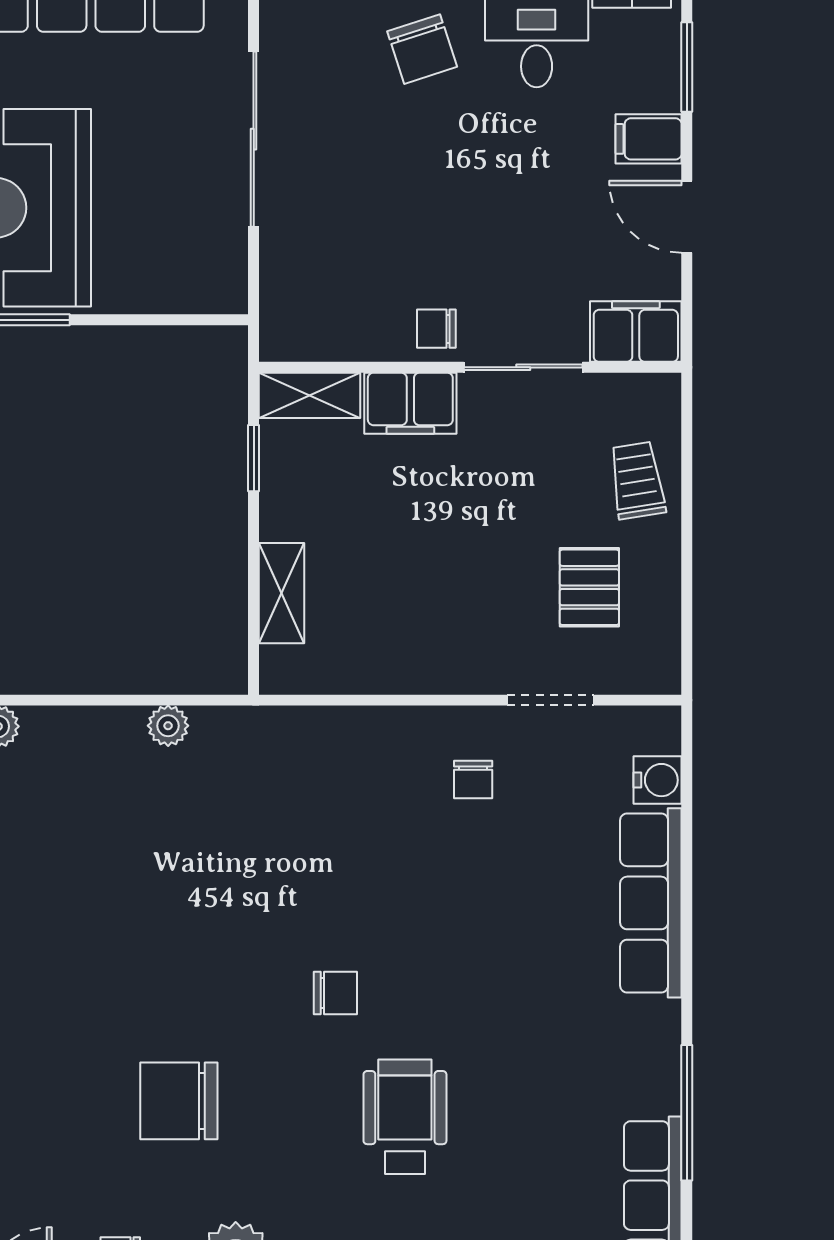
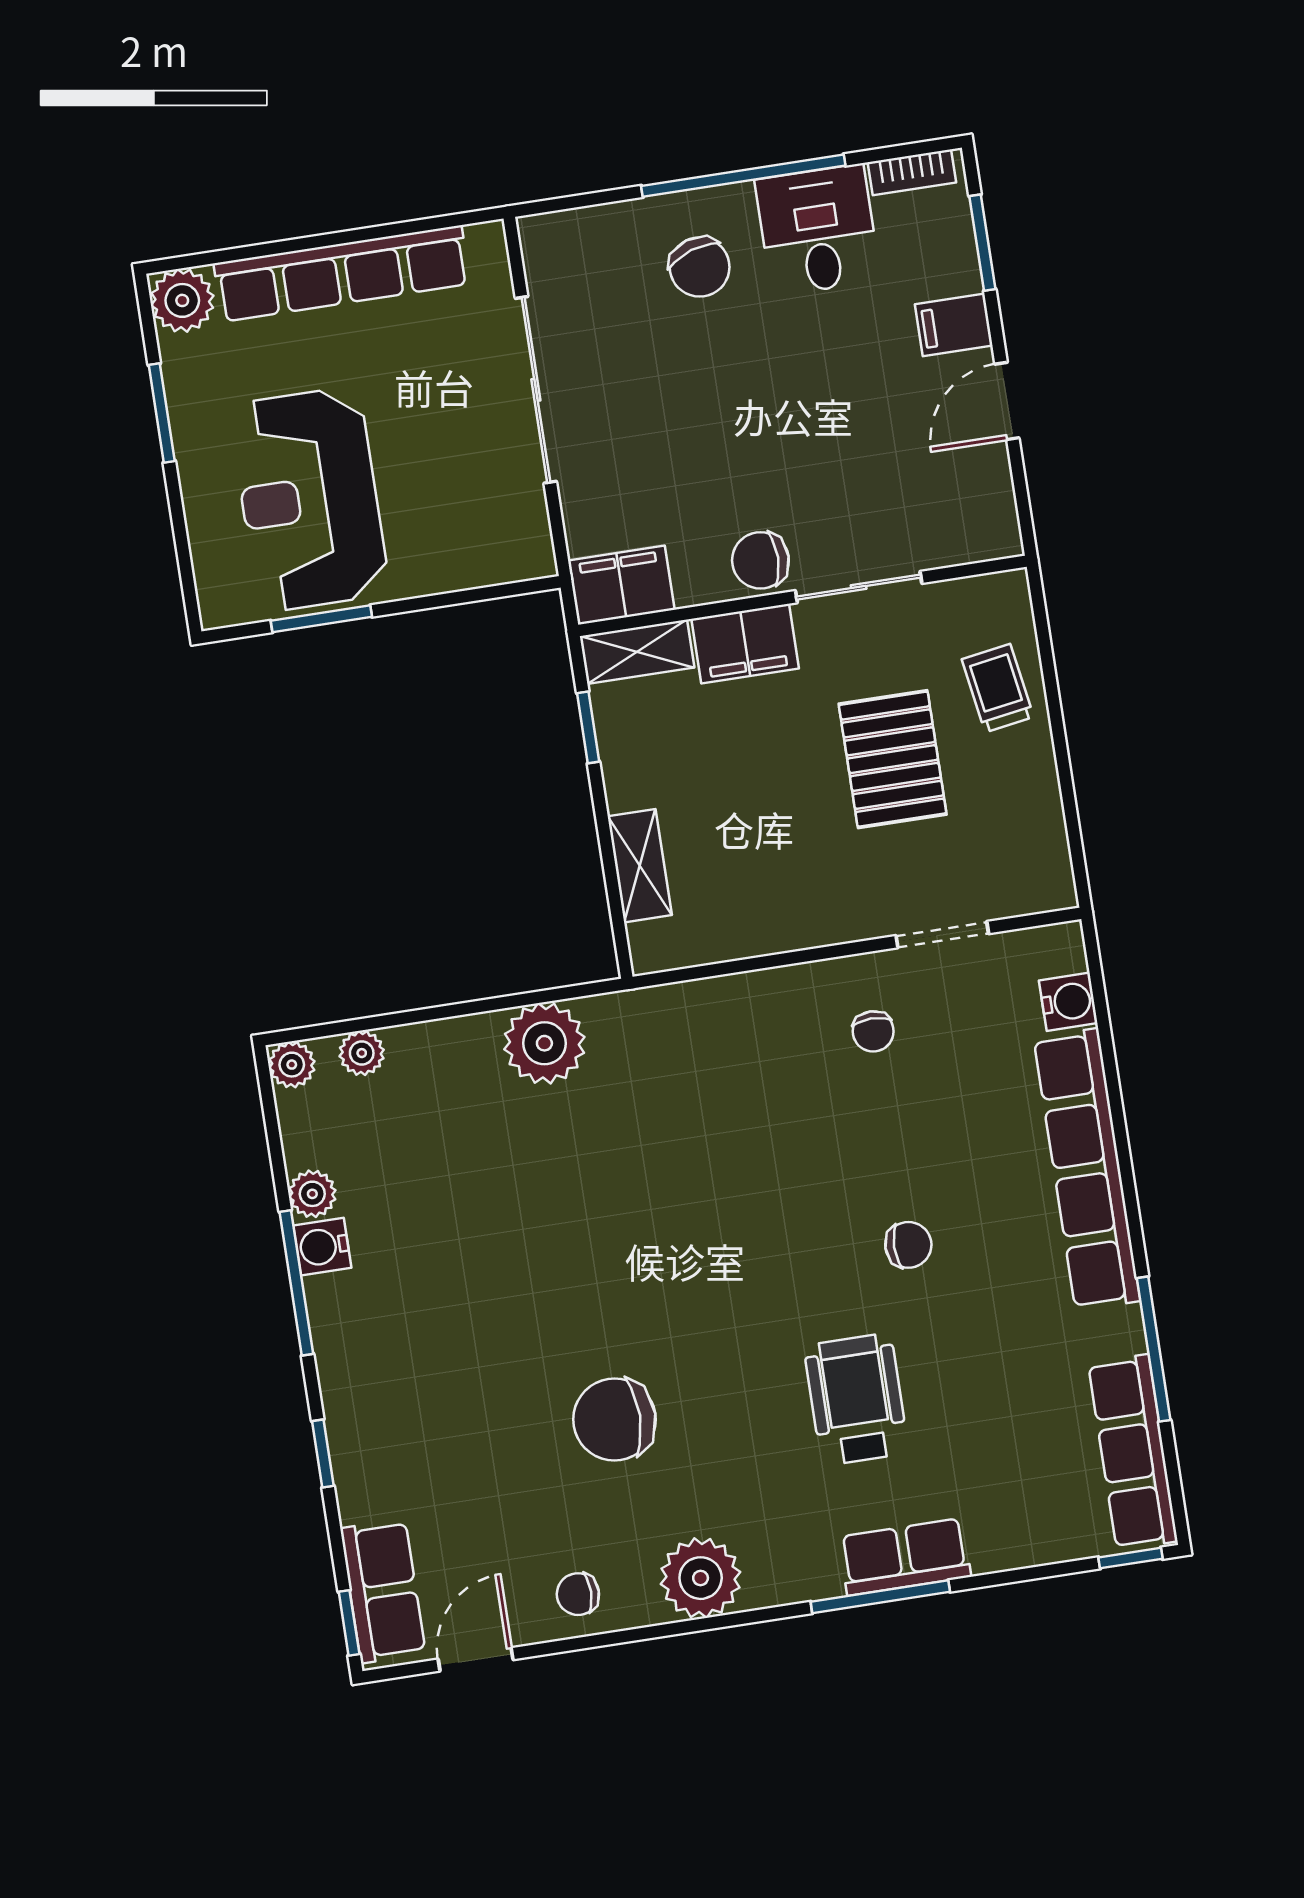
door: (687, 217) -> (1007, 401), hinge flipped
chair: (436, 329) -> (760, 560), width x1.37, depth x1.37
filing cabinet: (636, 332) -> (621, 585), moved
pallet: (589, 587) -> (893, 759), moved, width x1.50, depth x1.42
plant: (168, 726) -> (544, 1043), width x1.87, depth x1.87
row of seats: (651, 903) -> (1087, 1169), width x1.36
chair: (335, 993) -> (908, 1245), moved

